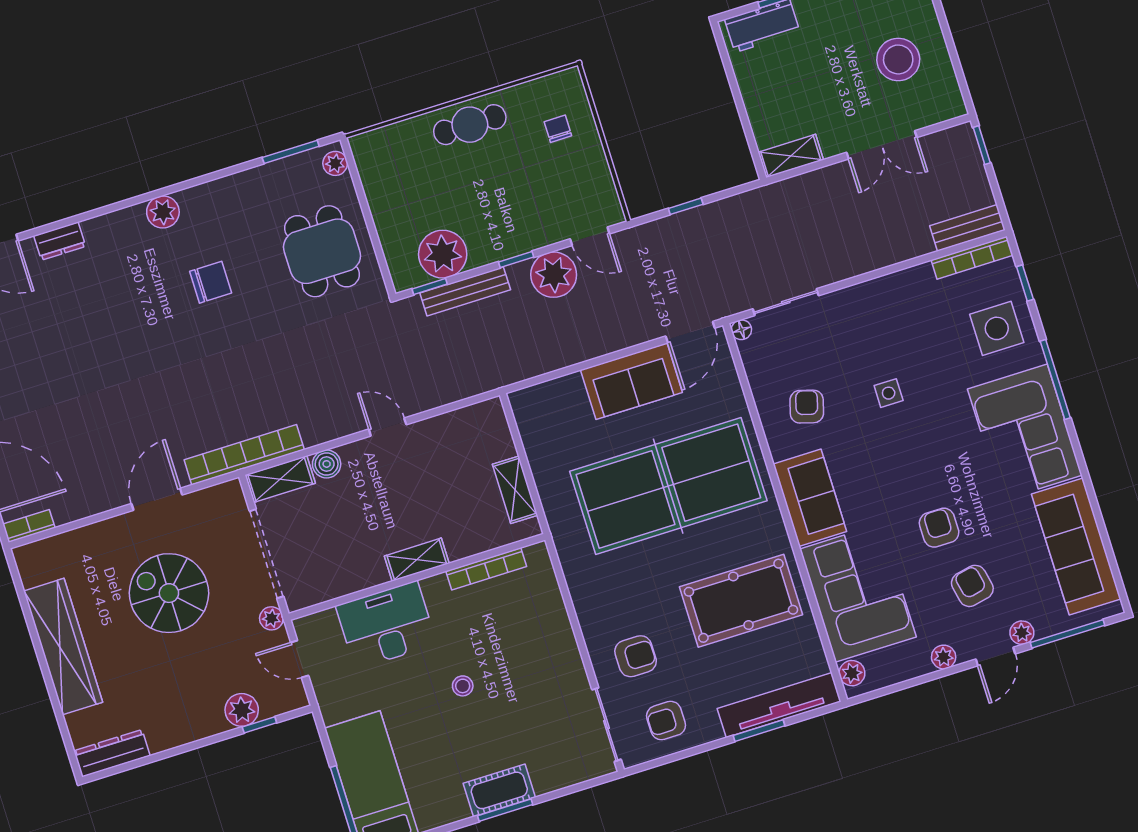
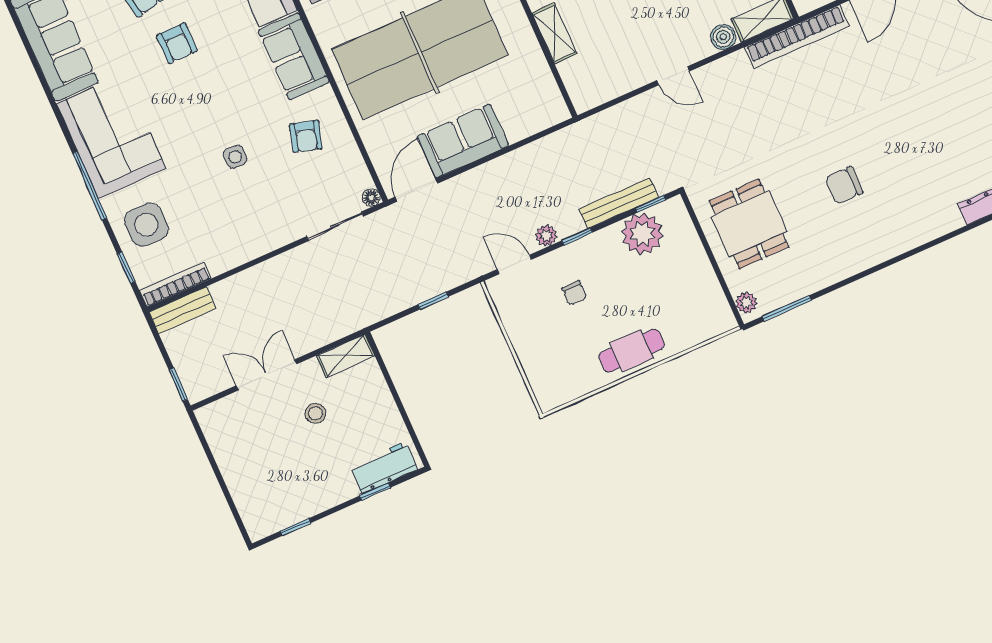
stool: (898, 59) -> (315, 413), moved, width x0.53, depth x0.53
chair: (558, 129) -> (574, 293), moved
plant: (163, 212) -> (893, 242), removed
plant: (554, 275) -> (546, 236), width x0.53, depth x0.53

